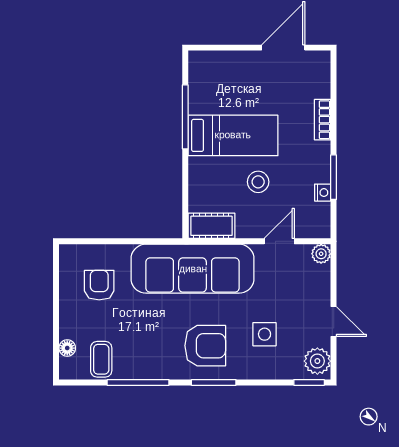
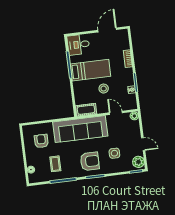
desk: (213, 73) -> (78, 45), added
door: (279, 241) -> (116, 113), hinge flipped
coffee table: (101, 359) -> (55, 164), moved

